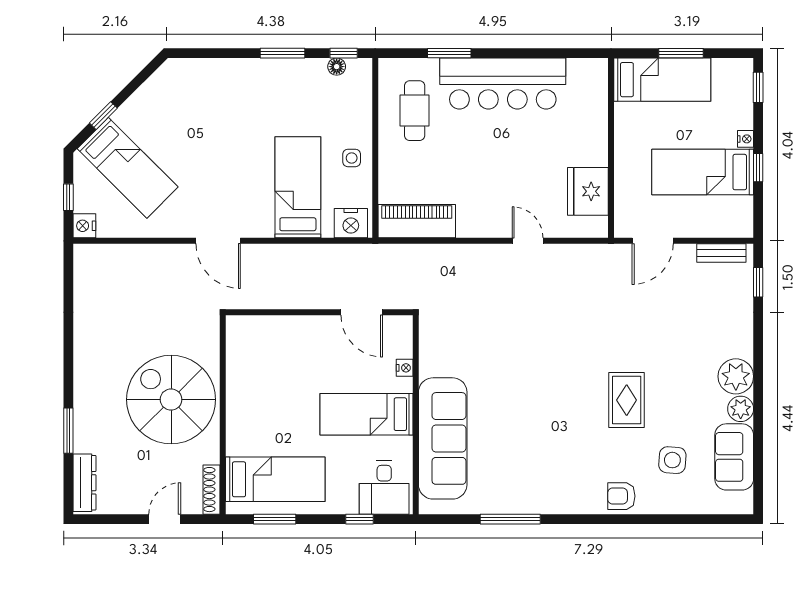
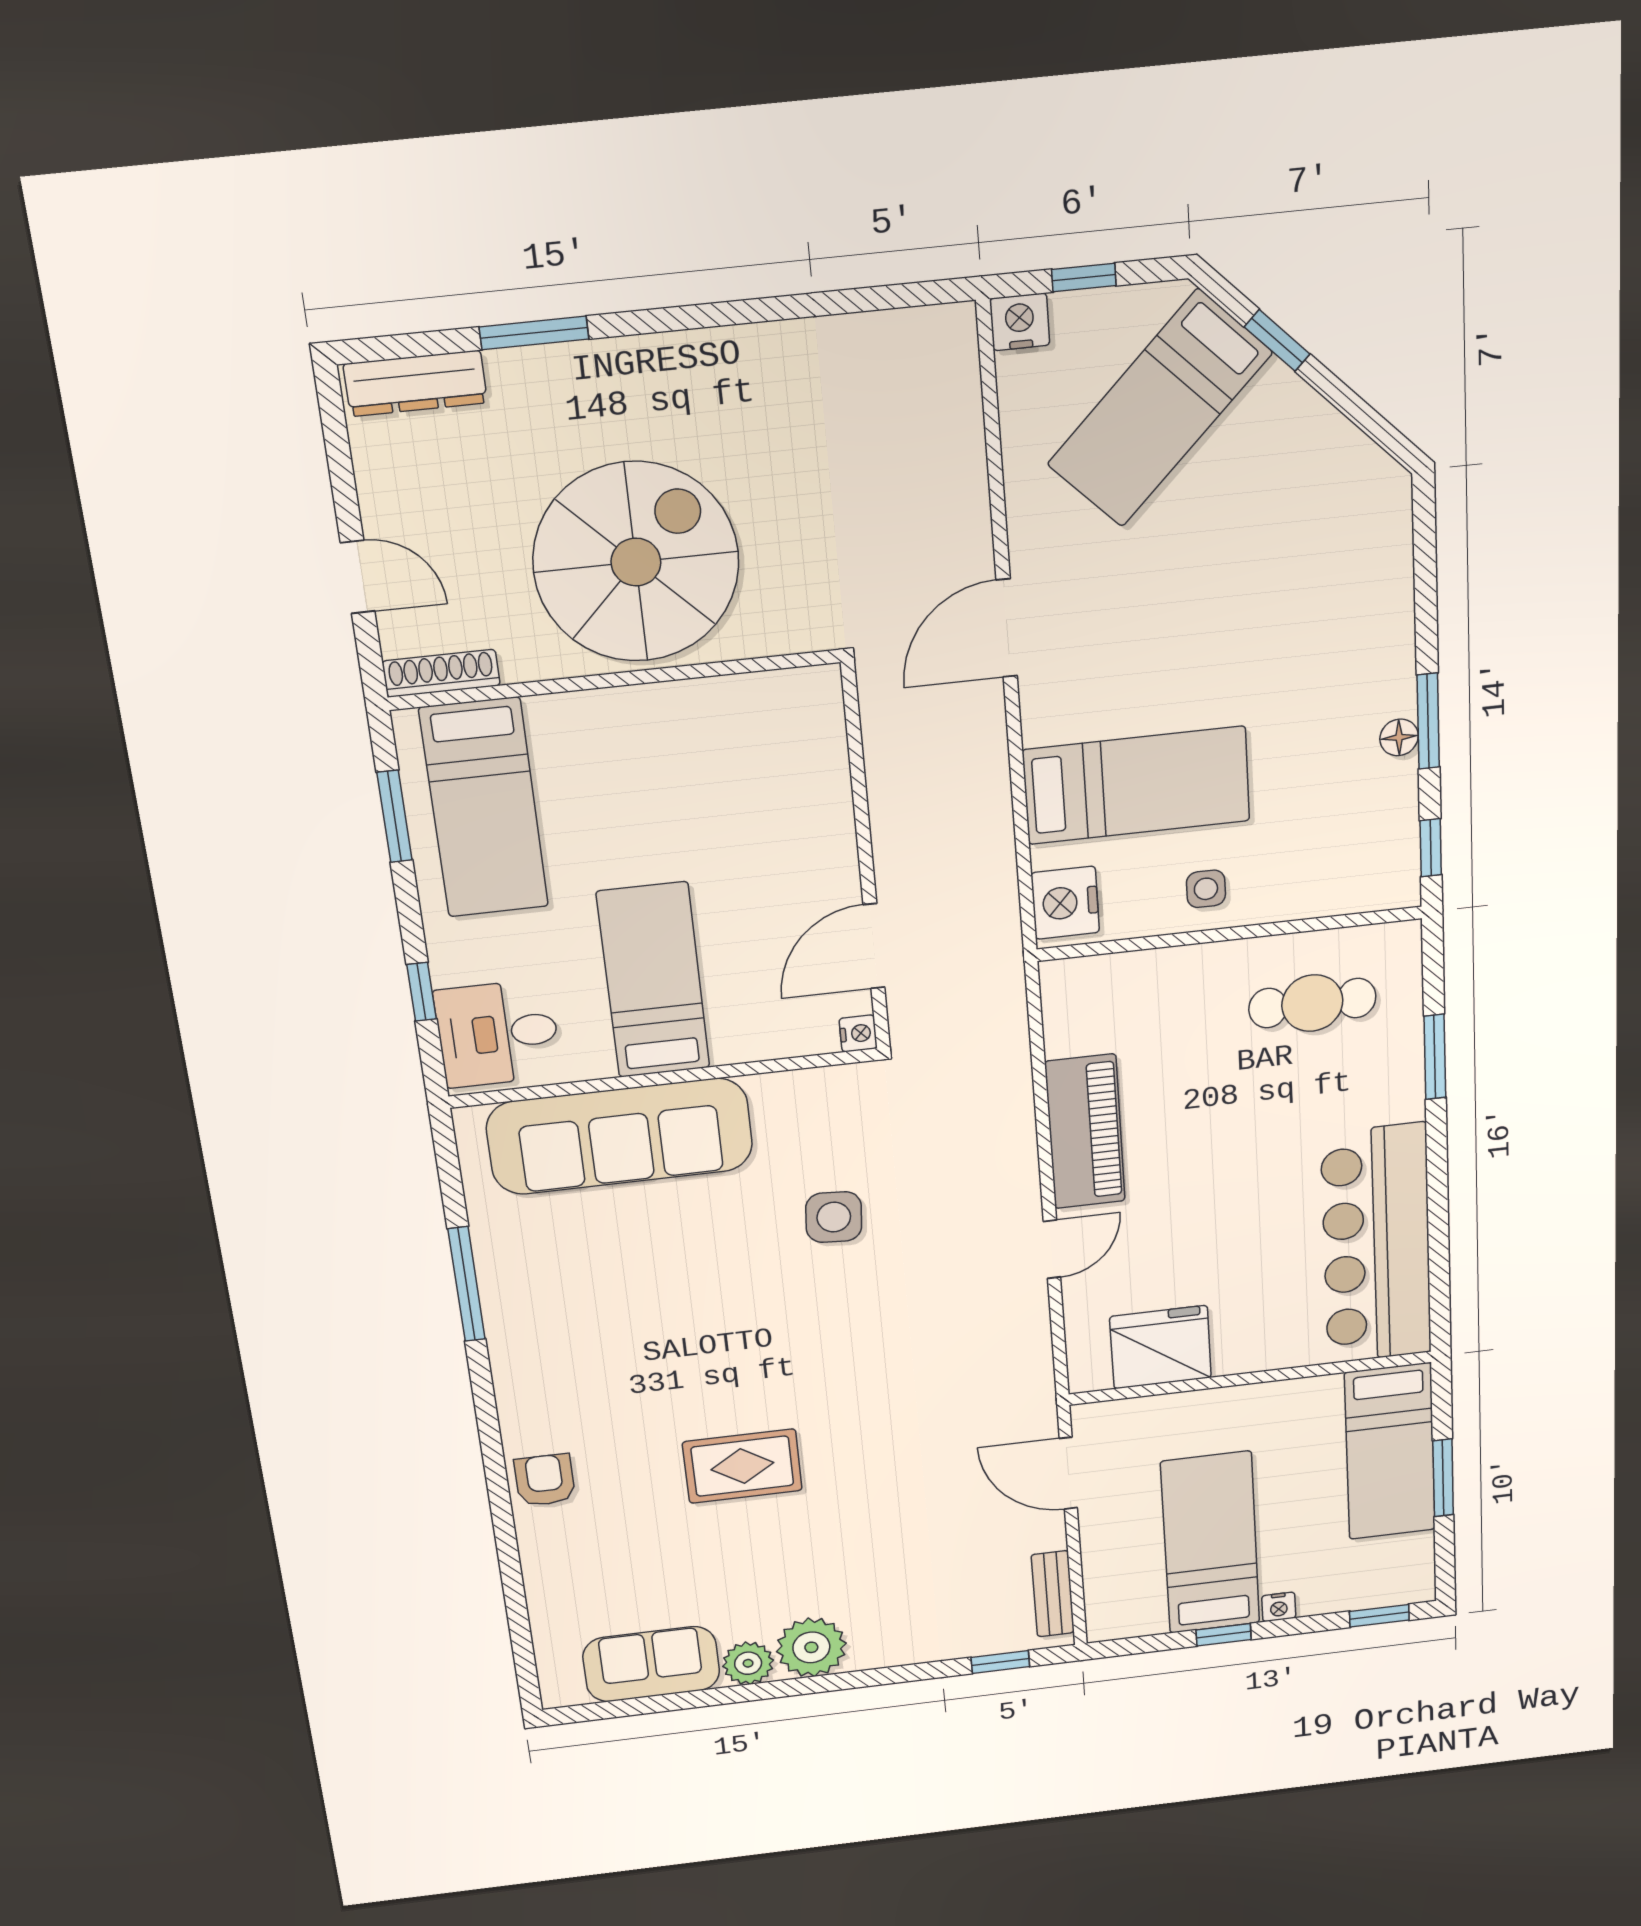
floor lamp: (337, 67) -> (1399, 737), moved
bar counter: (503, 83) -> (1377, 1244), moved
piano: (417, 221) -> (1085, 1132), moved
nightstand: (405, 368) -> (858, 1033), moved, turned -90
side table: (672, 460) -> (834, 1217), moved

